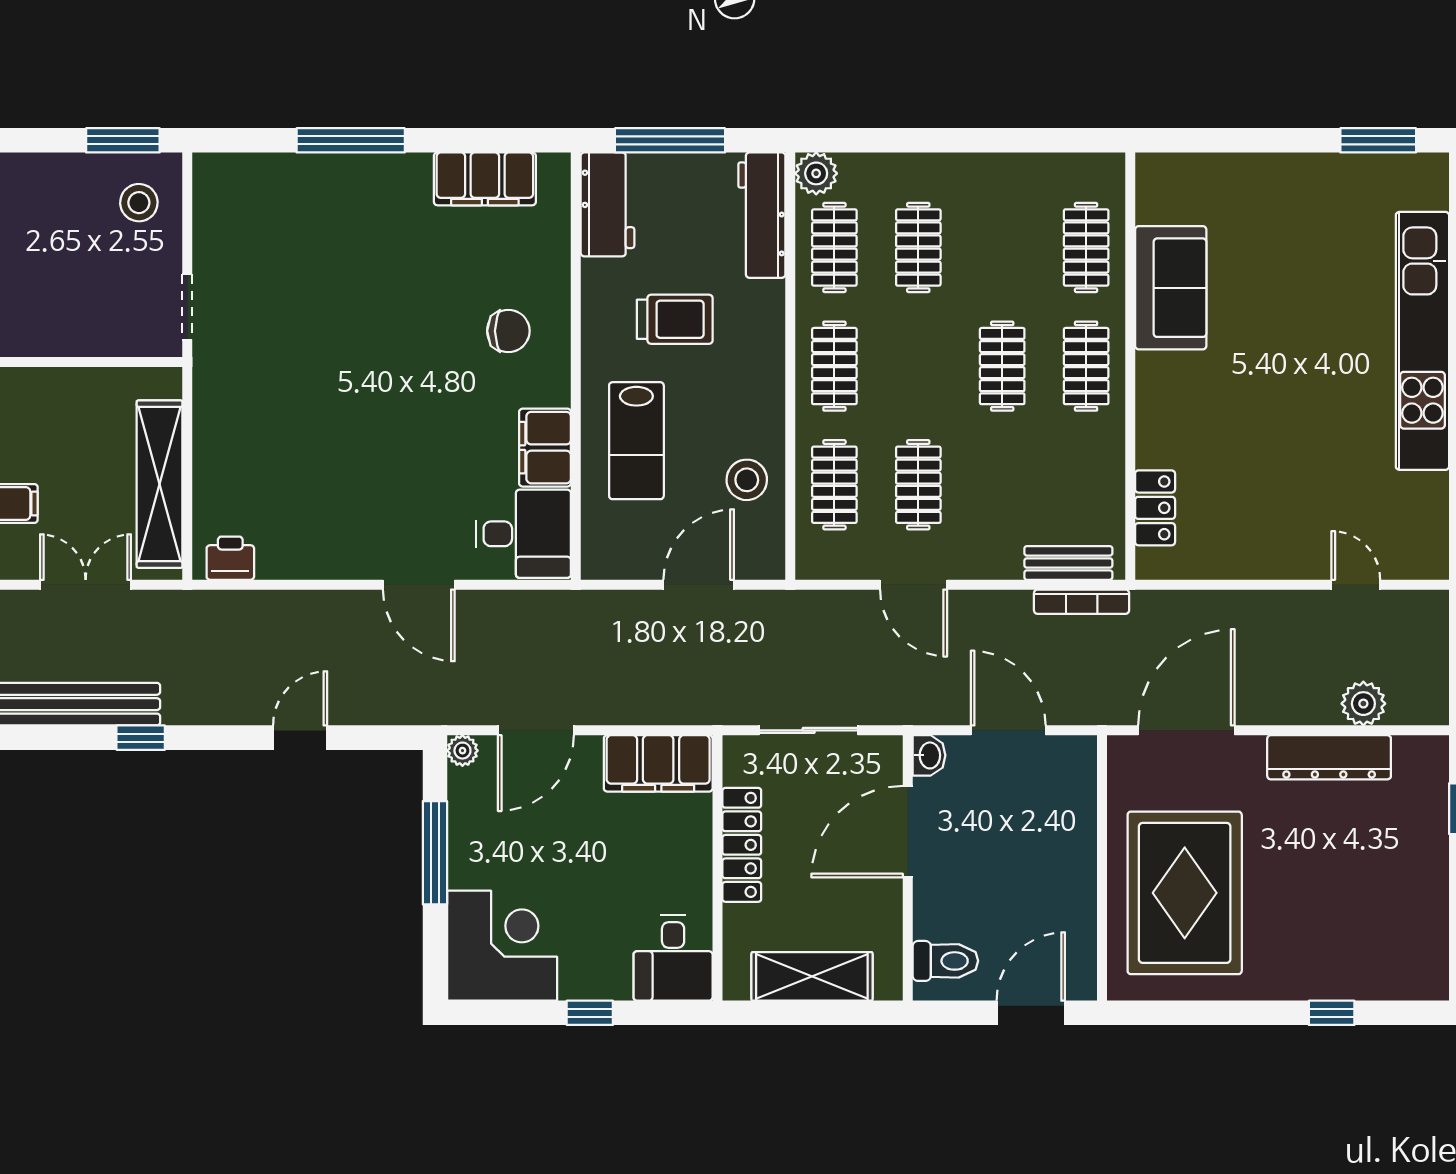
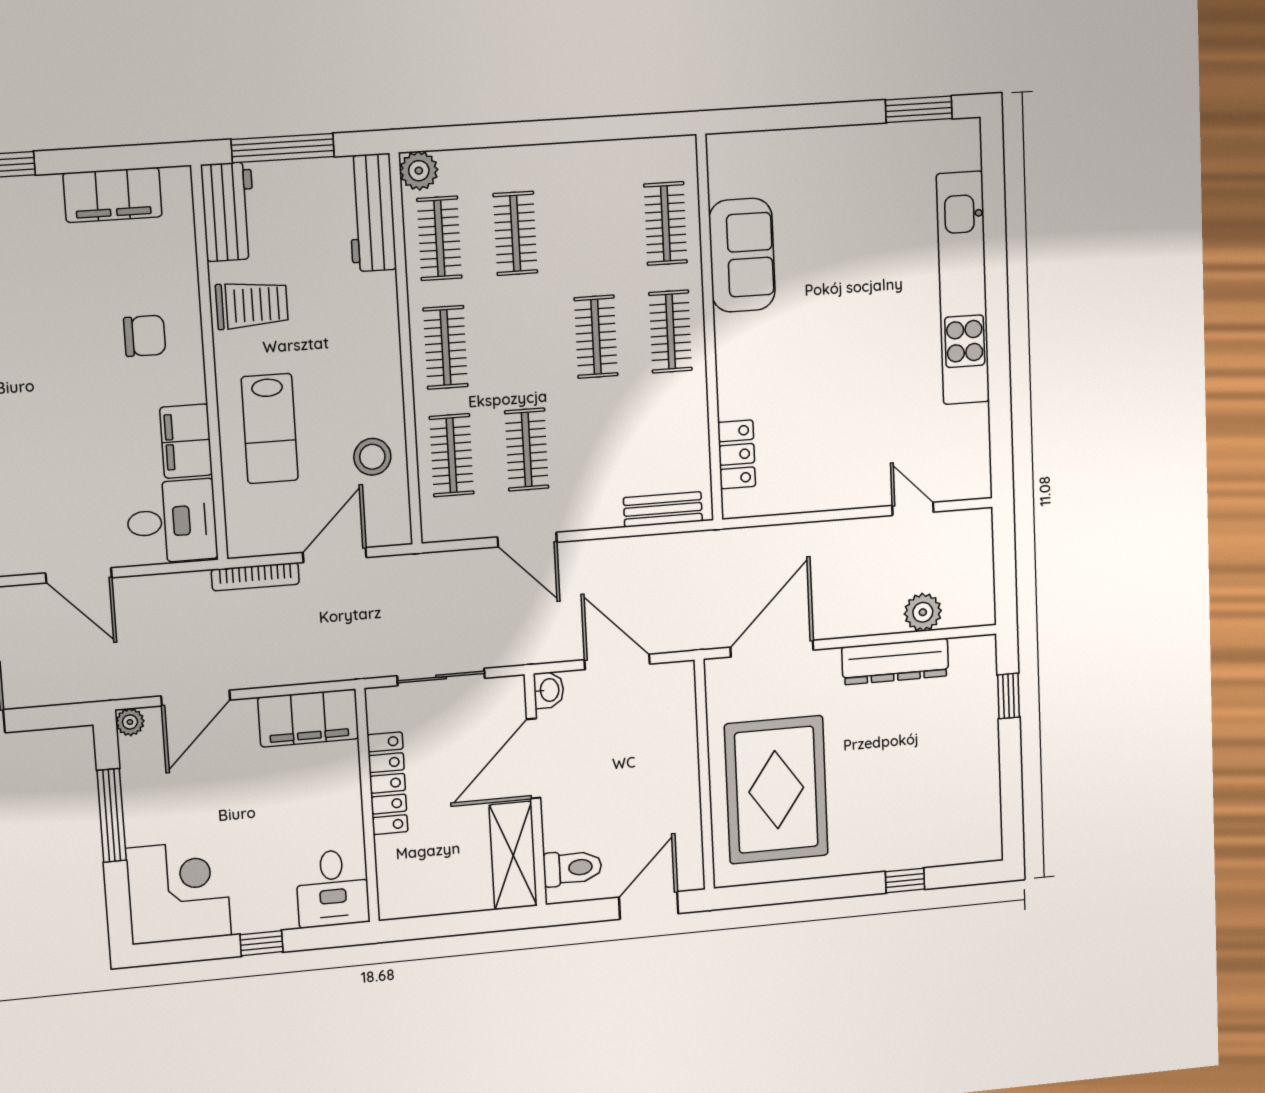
trolley: (675, 319) -> (252, 305), moved
bookcase: (1082, 602) -> (255, 577), moved
shelving: (812, 976) -> (513, 855), moved, turned 90

